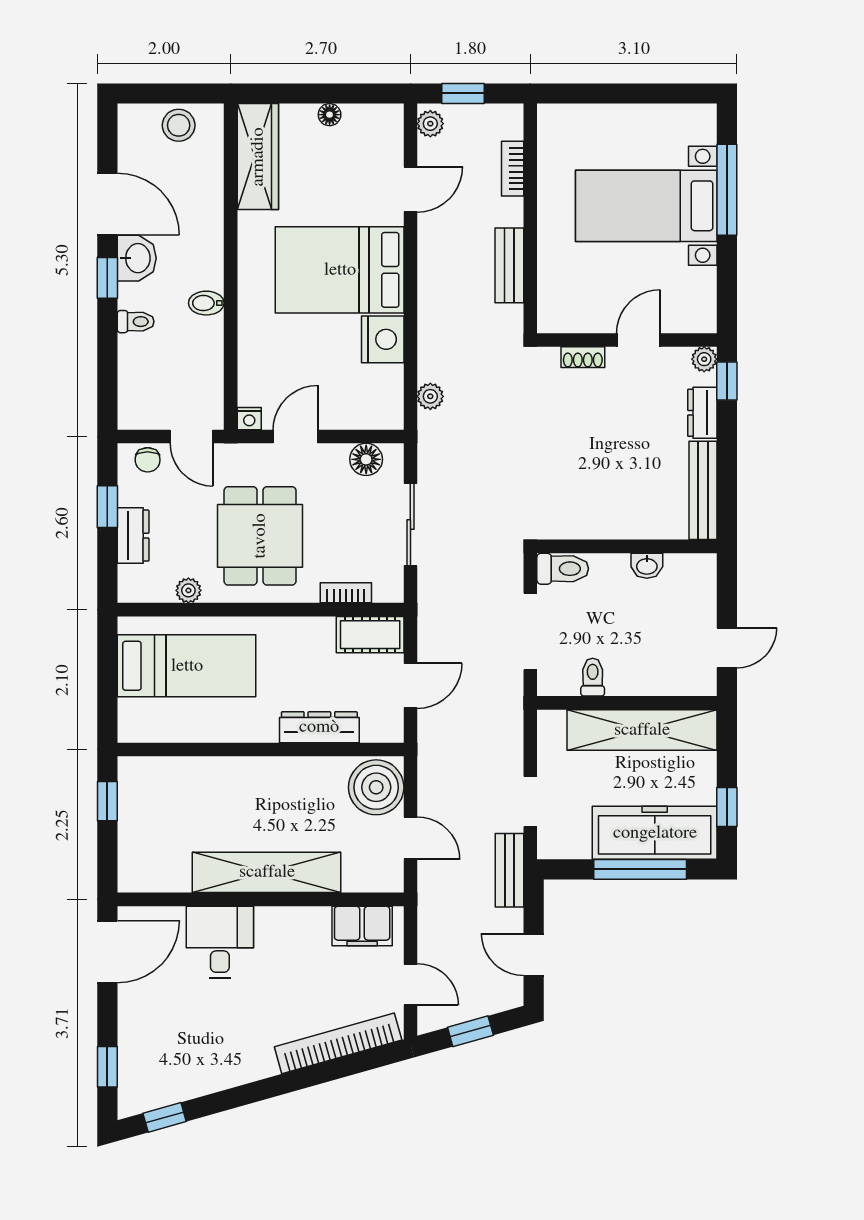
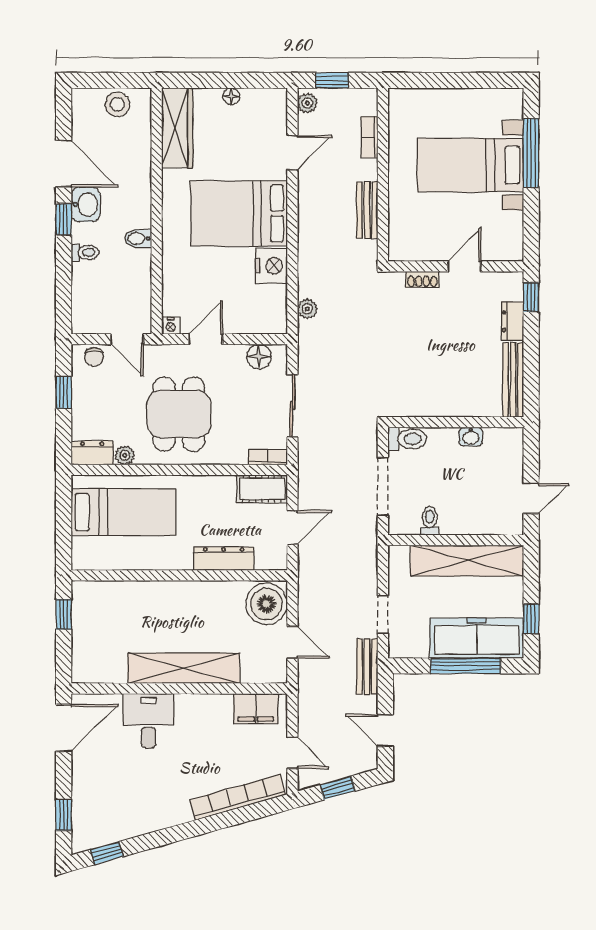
plant: (704, 359) -> (514, 281), removed
dresser: (133, 536) -> (92, 453), moved, turned -90
bookcase: (346, 593) -> (268, 457), moved

